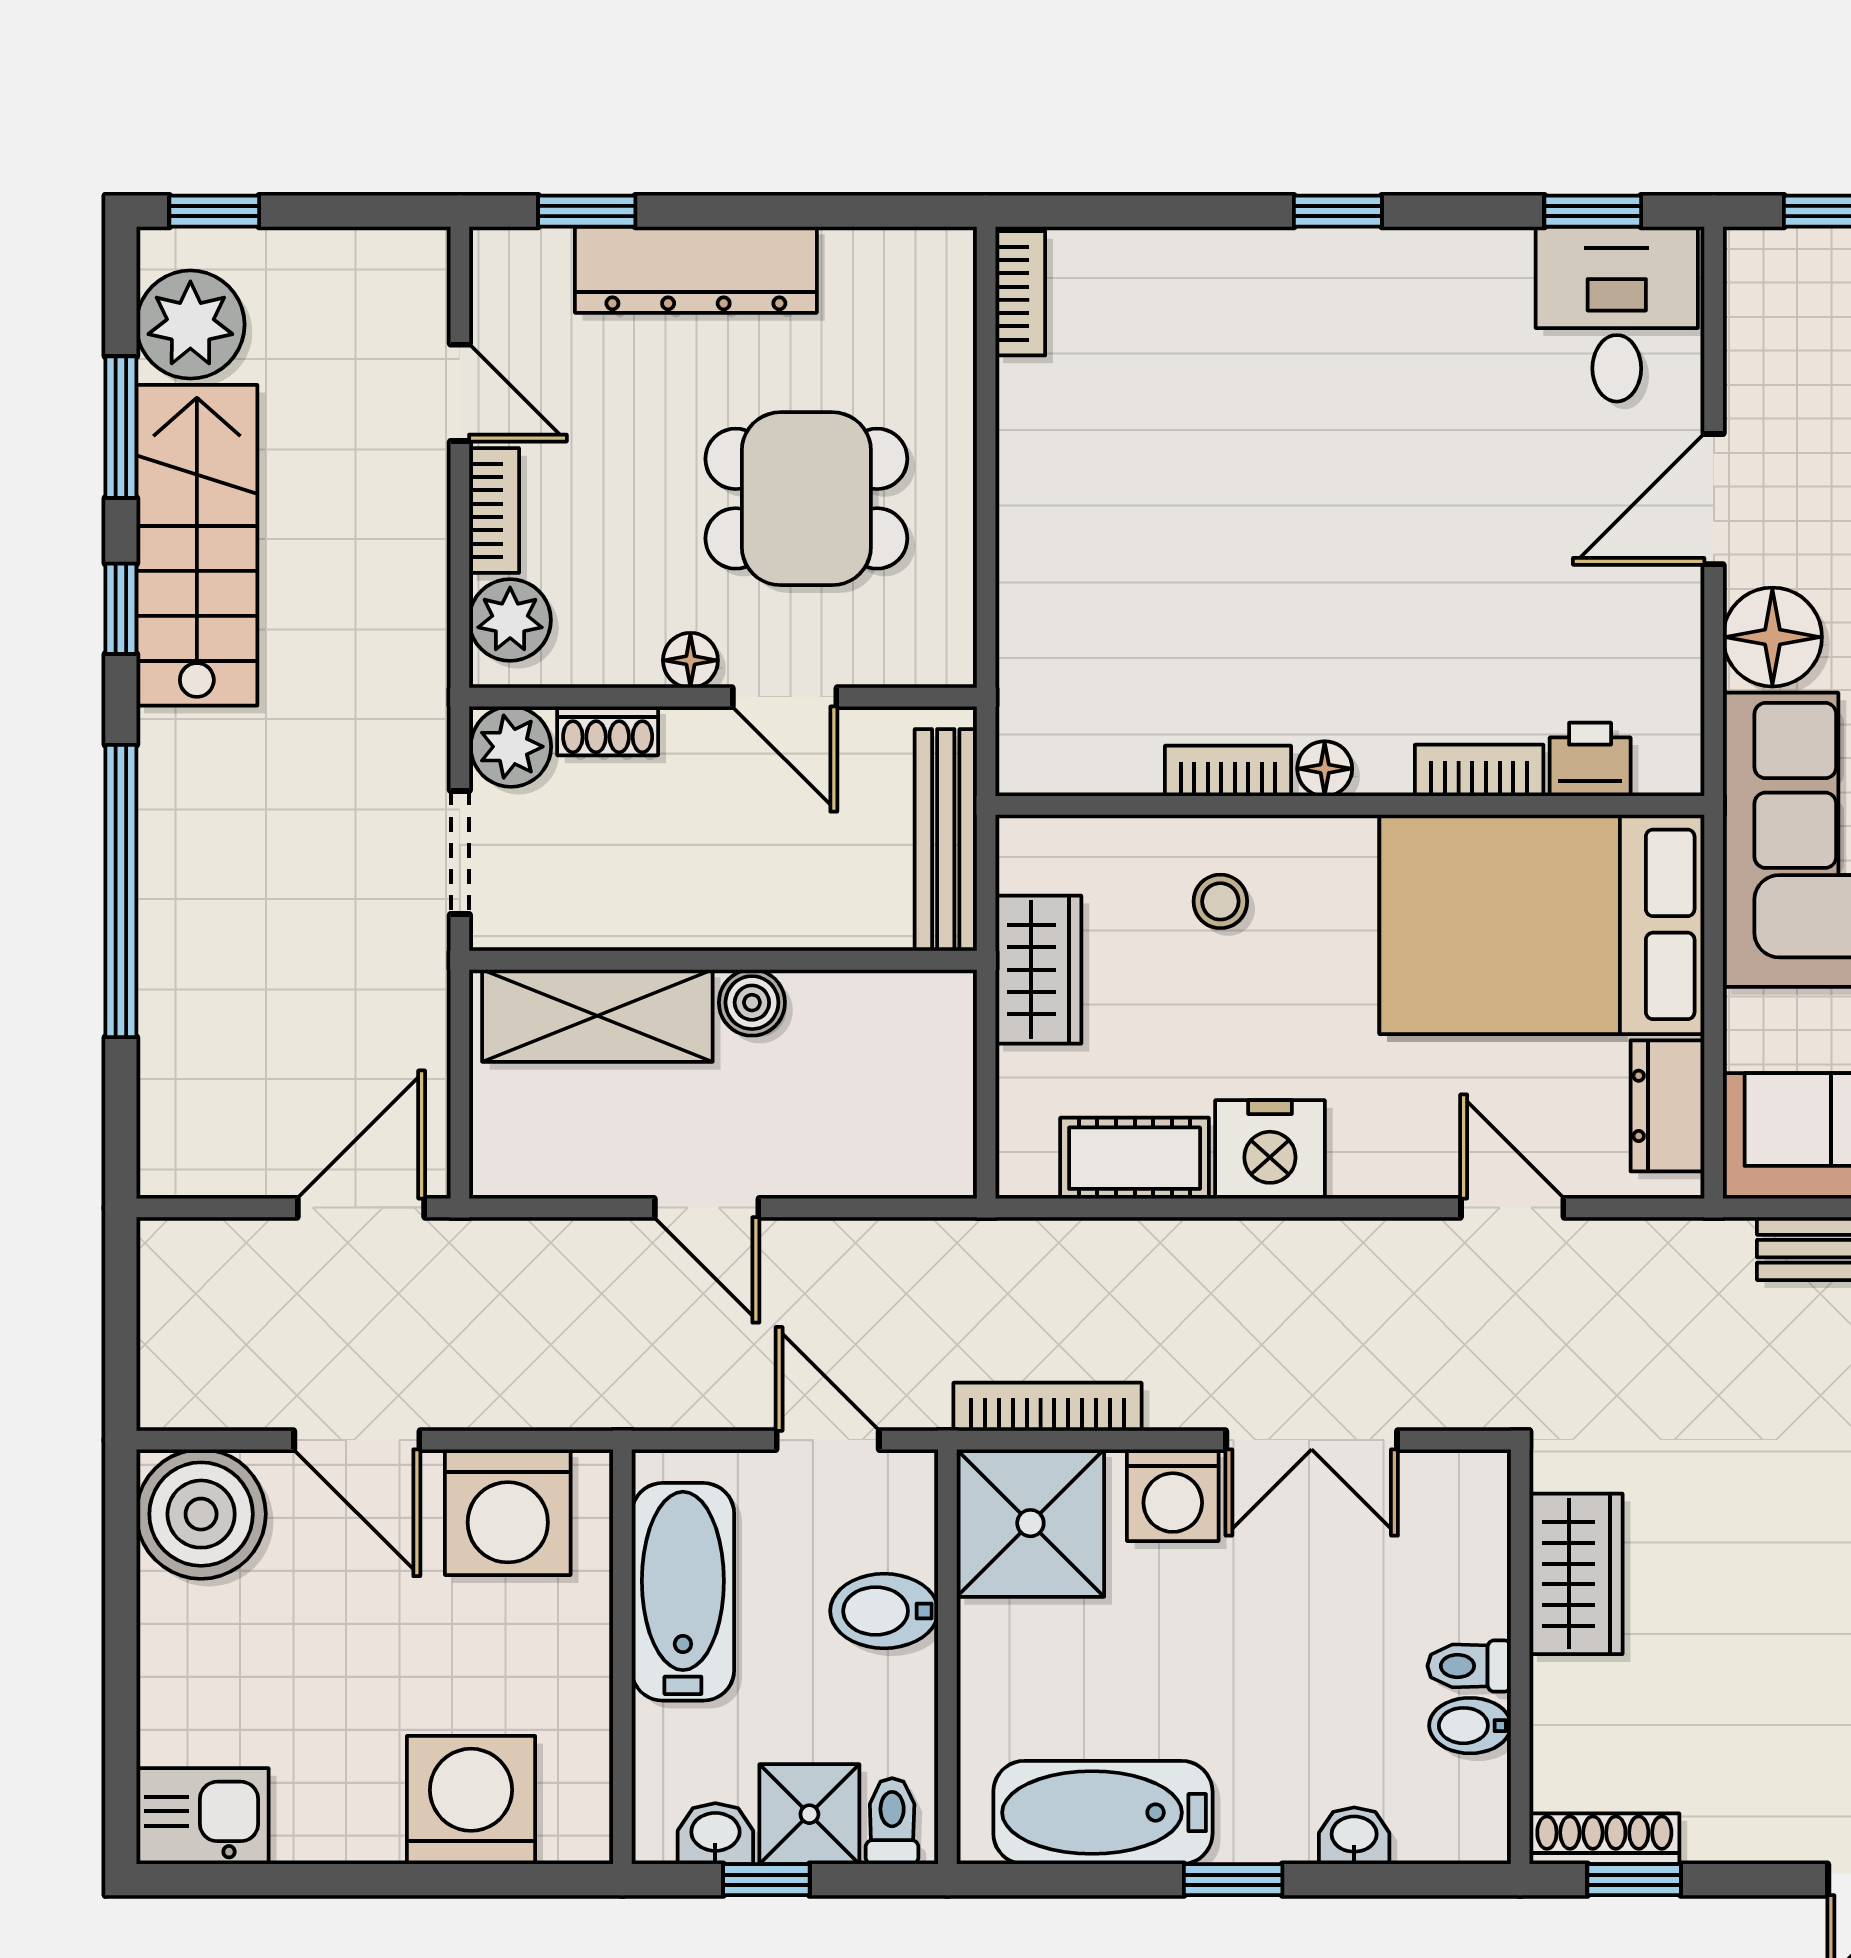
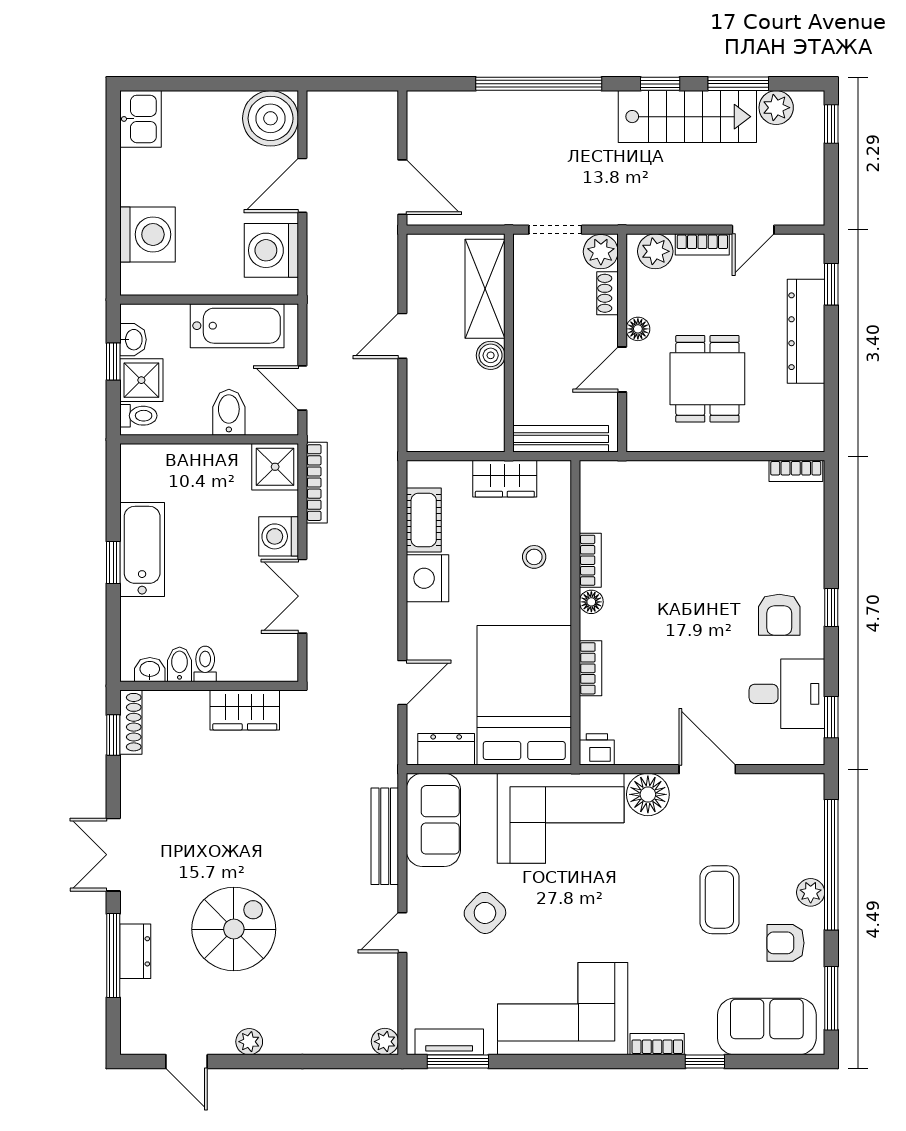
desk: (1617, 314) -> (787, 694), moved
plant: (190, 325) -> (776, 108), width x0.73, depth x0.73
armchair: (1355, 332) -> (779, 615), added
printer: (1590, 759) -> (597, 749), moved, turned -90
door: (828, 1440) -> (302, 388), swing flipped
shower: (1030, 1523) -> (275, 467), width x0.73, depth x0.73
bathtub: (1103, 1813) -> (142, 550), moved
washbasin: (1354, 1836) -> (150, 670), moved, turned -90

